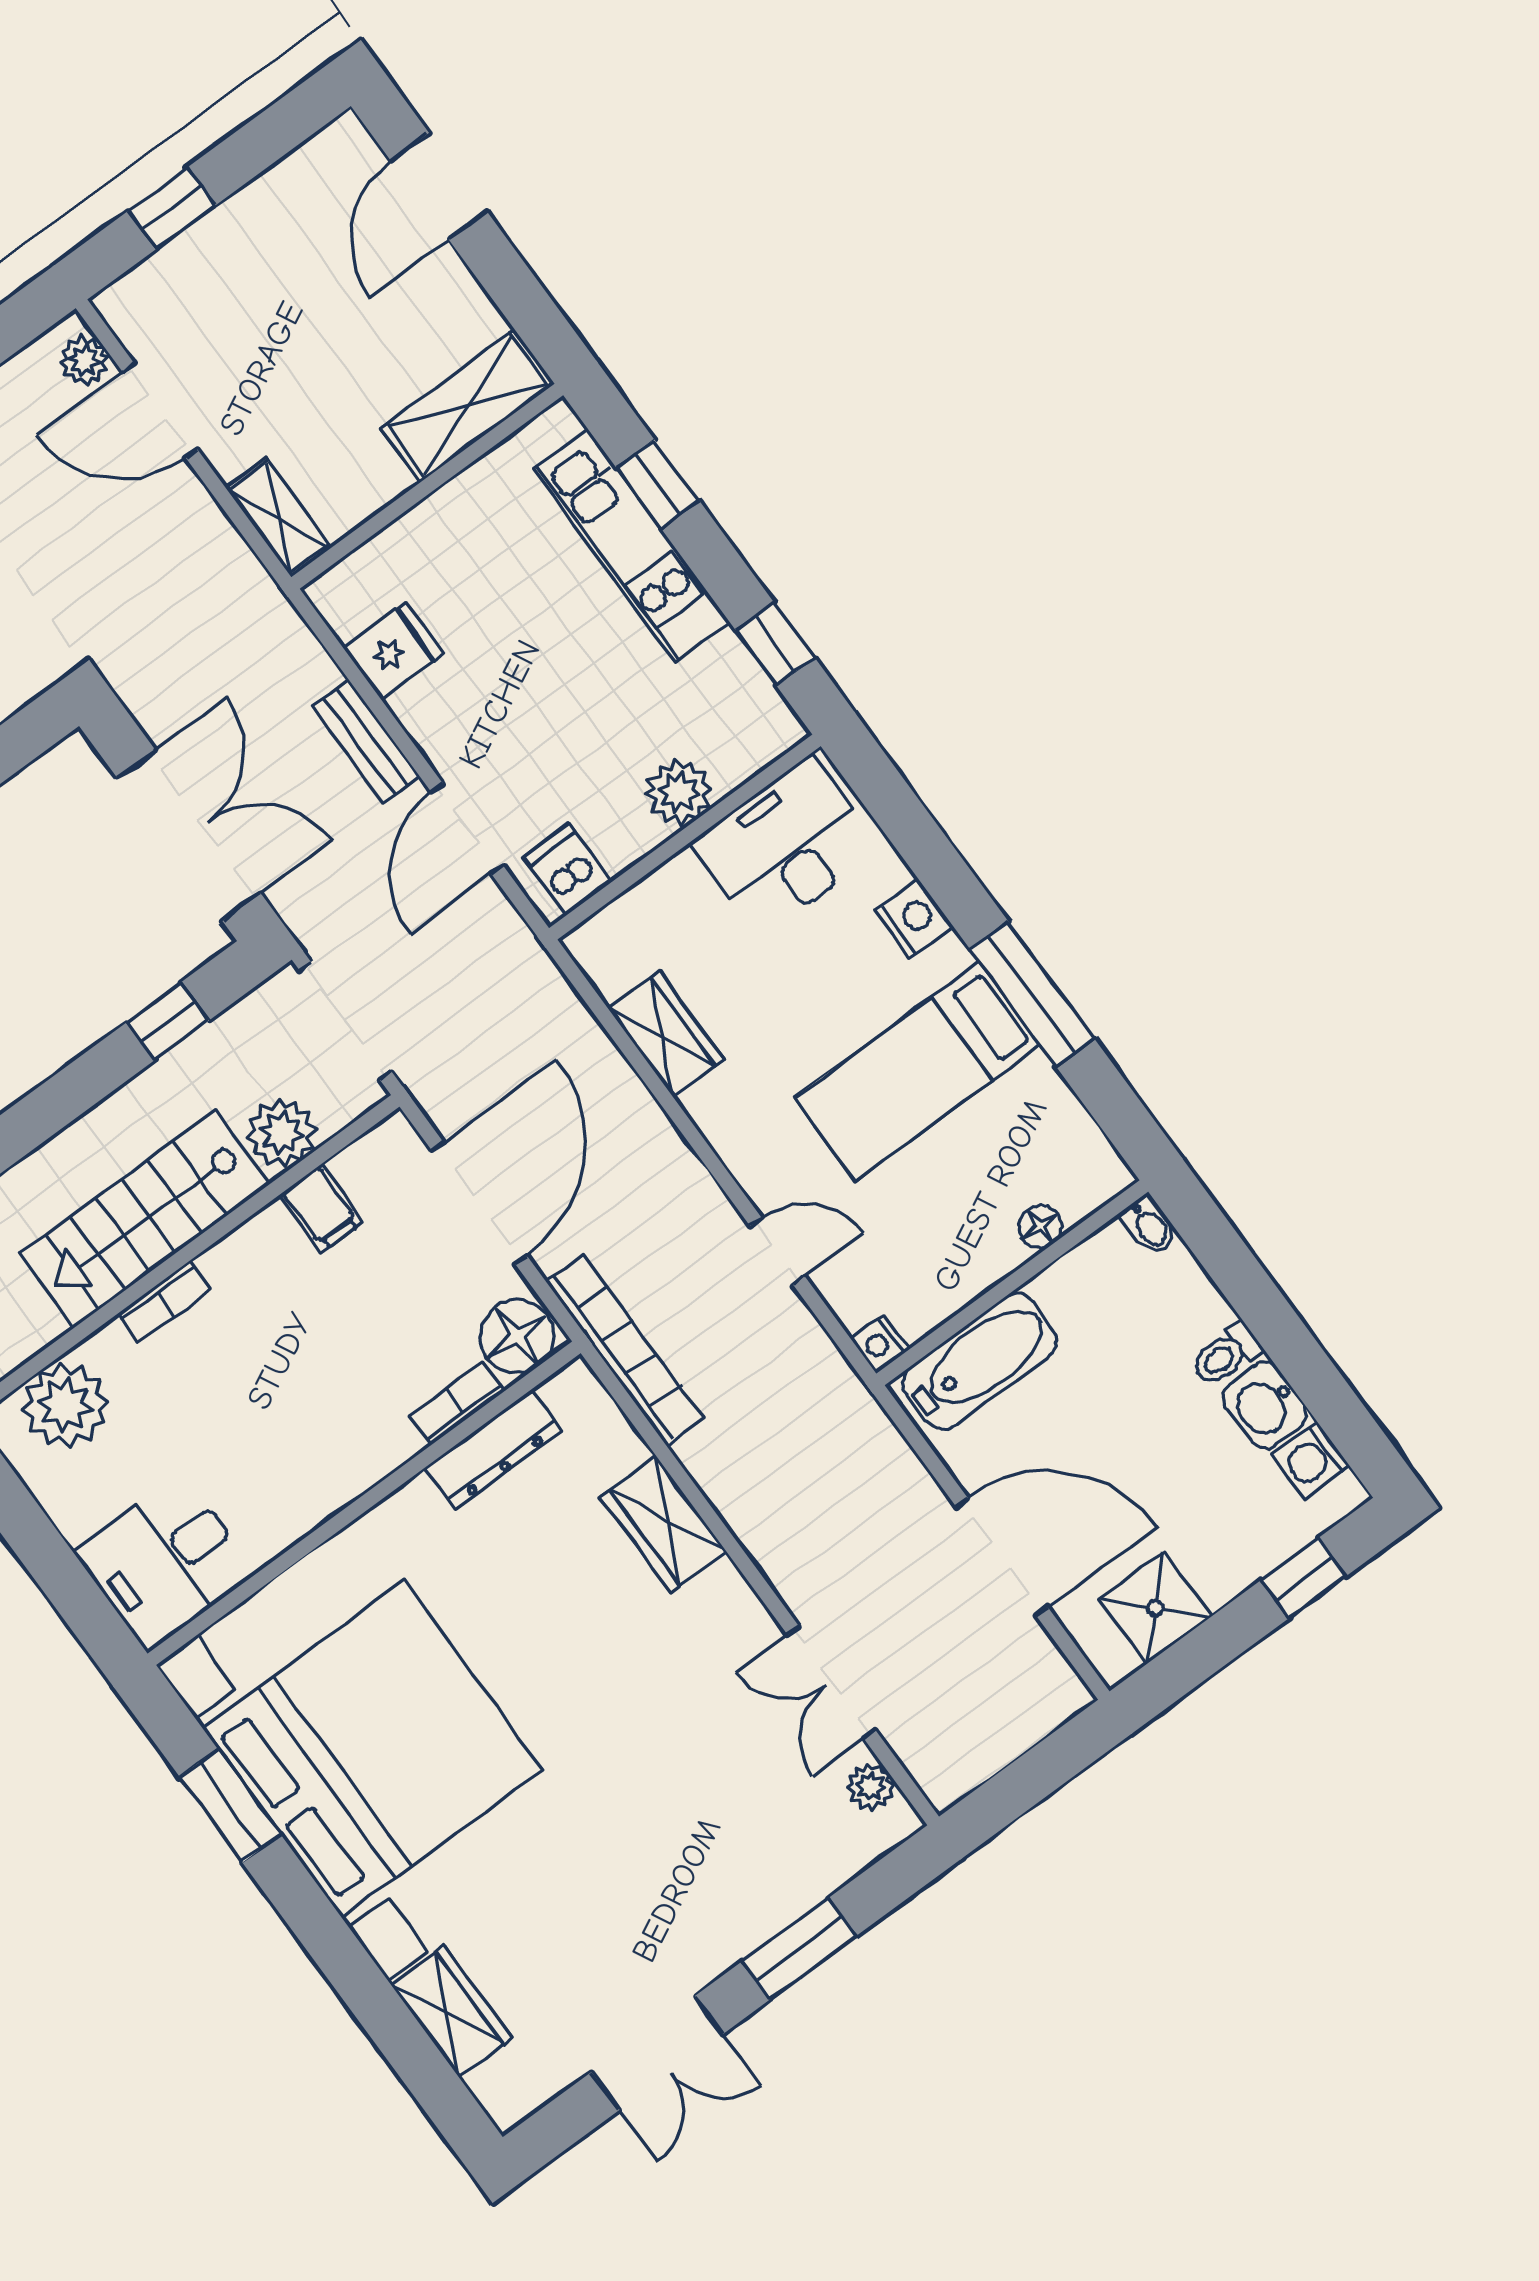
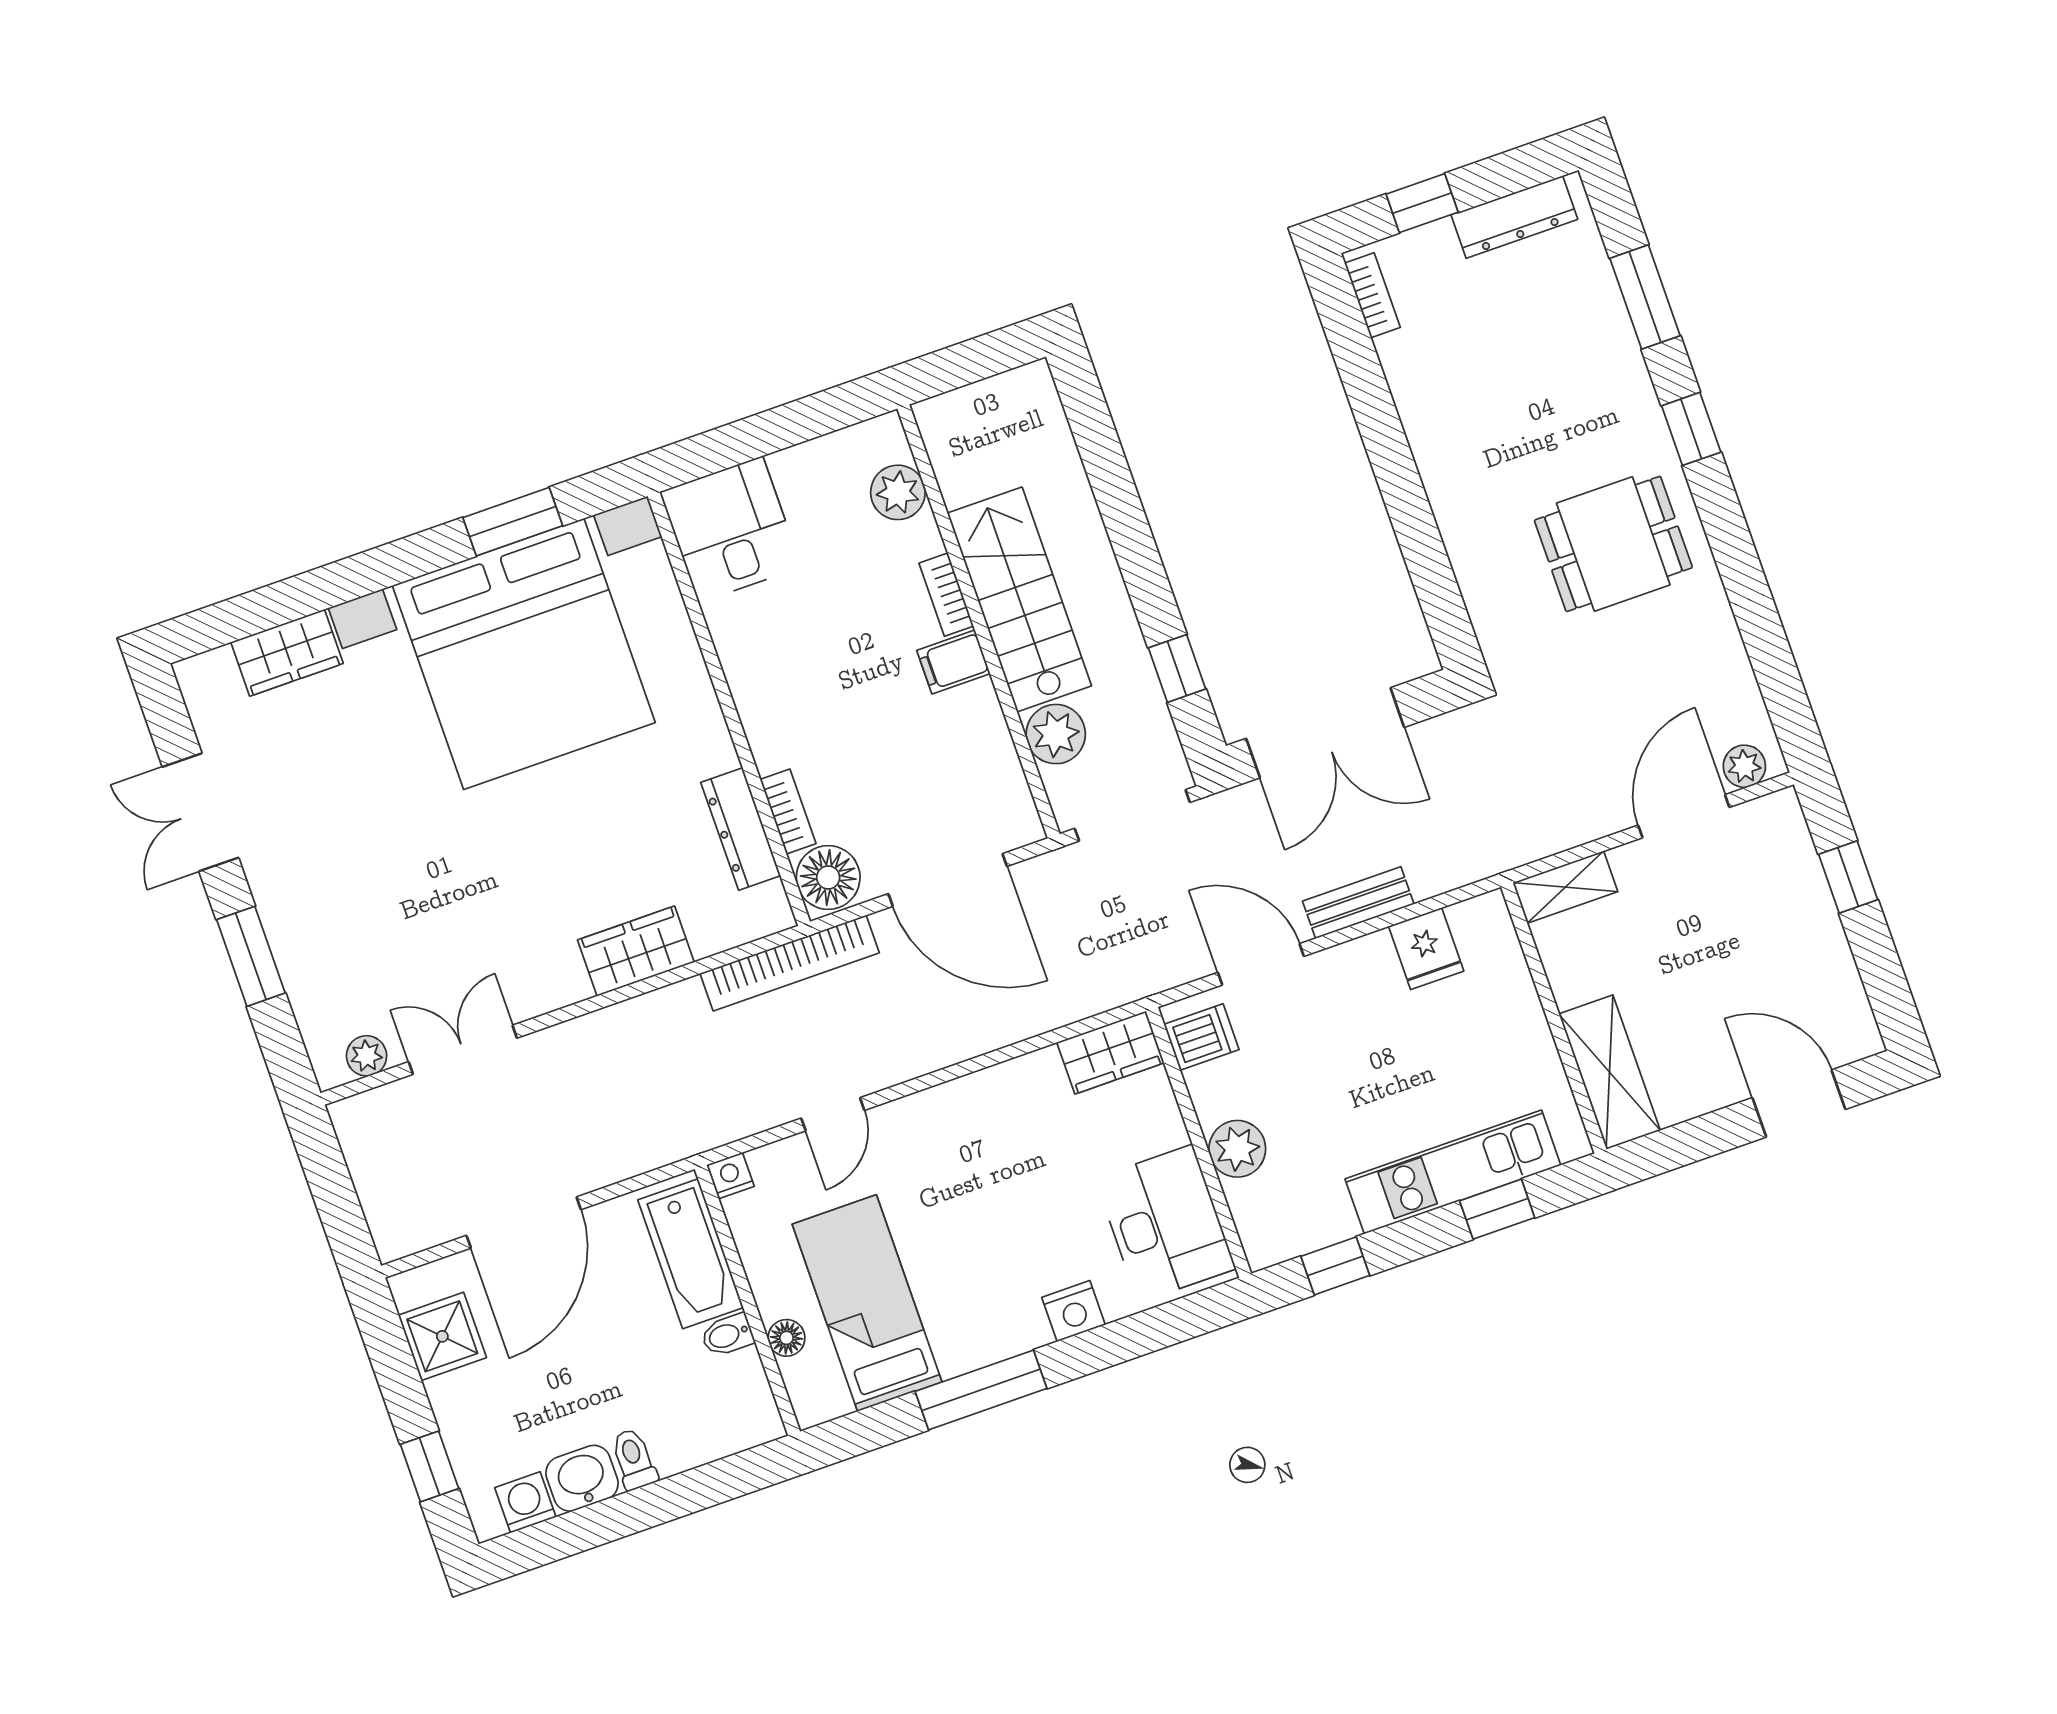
wardrobe: (666, 1034) -> (1110, 1053), moved
bed: (917, 1071) -> (867, 1303), moved
filing cabinet: (322, 1208) -> (953, 662), moved
bidet: (1149, 1226) -> (727, 1335), moved
plant: (65, 1406) -> (898, 492), width x0.73, depth x0.73

